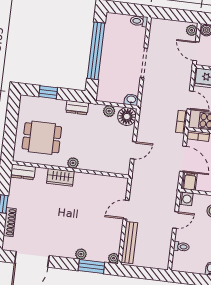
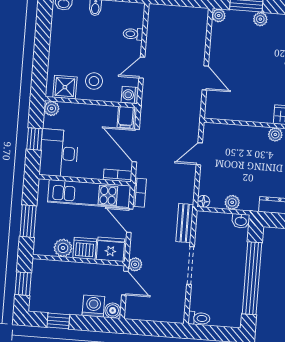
plant: (192, 30) -> (135, 264), moved
washbasin: (131, 100) -> (241, 221), moved
floor lamp: (127, 117) -> (203, 201), width x0.53, depth x0.53
door: (126, 210) -> (205, 78), hinge flipped
bench: (129, 243) -> (185, 223), moved, width x0.73

